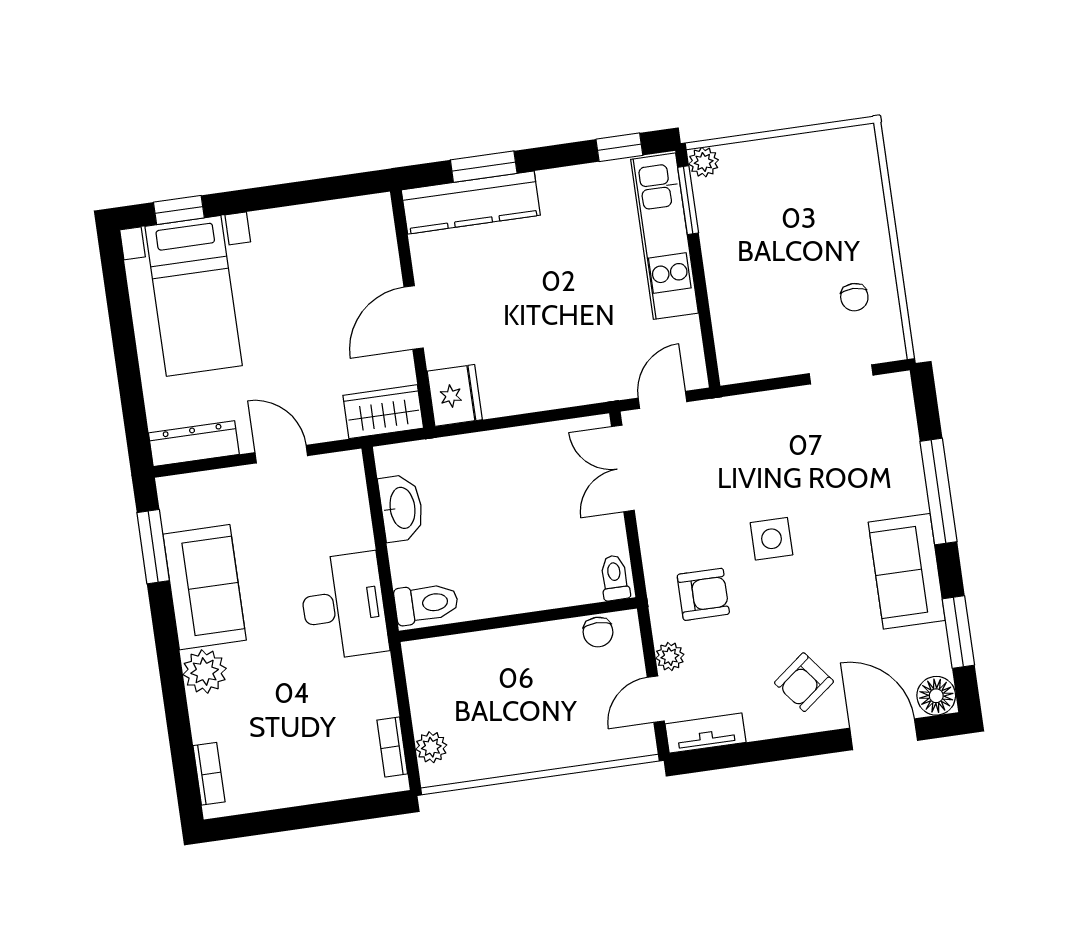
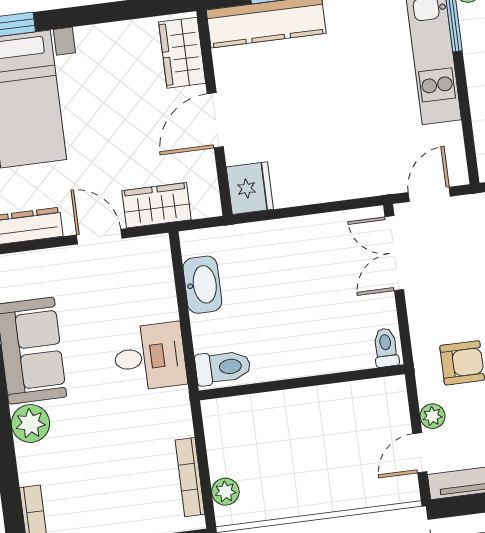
wardrobe: (374, 240) -> (182, 53), added
wardrobe: (383, 412) -> (157, 205), moved
desk: (343, 606) -> (150, 357), width x0.73
chair: (598, 632) -> (371, 394), removed
bookcase: (392, 747) -> (190, 477), width x1.56

